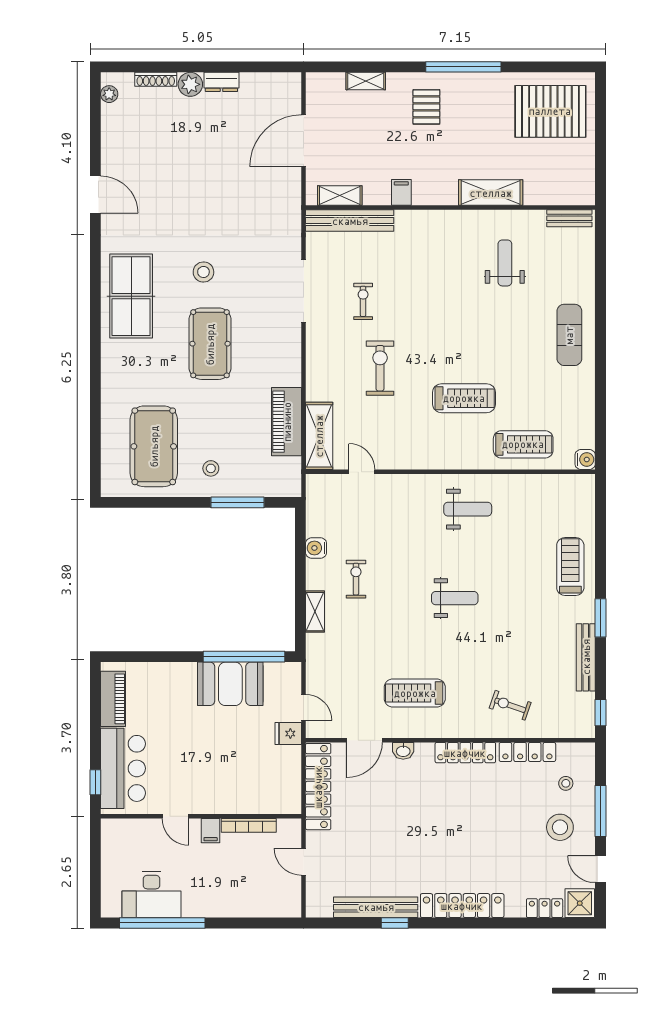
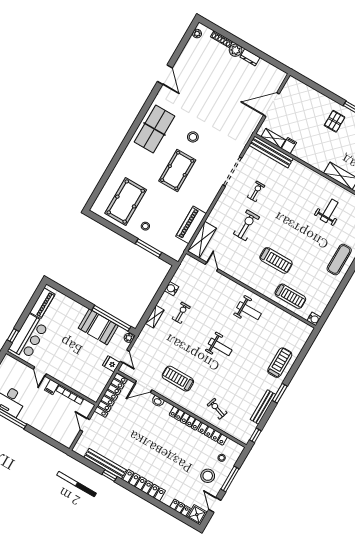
shelving: (366, 81) -> (314, 94), removed
filing cabinet: (401, 192) -> (289, 146), moved
plant: (292, 672) -> (129, 338), added

